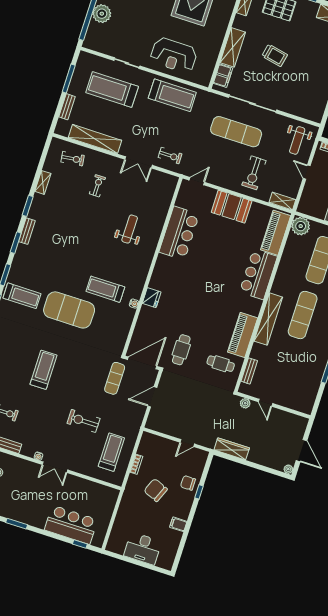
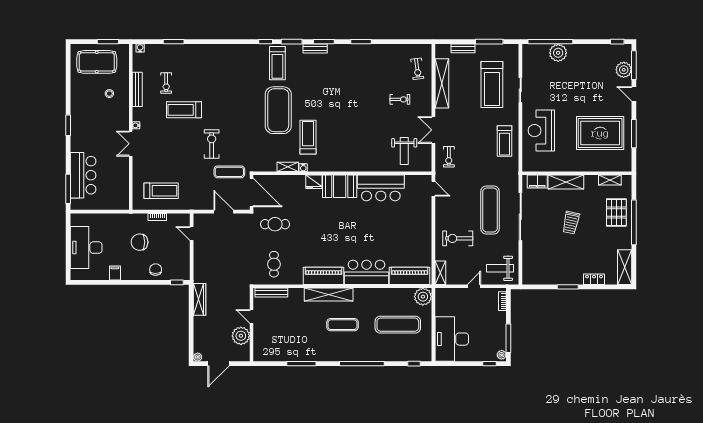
treadmill: (112, 90) -> (492, 84), turned 180
treadmill: (172, 95) -> (504, 141), width x0.73, depth x0.73
shelving: (43, 182) -> (288, 167), moved
booth: (232, 207) -> (340, 186), moved, turned 90
weight bench: (130, 229) -> (404, 151), moved, turned 90
bench: (27, 231) -> (315, 49), moved
exercise mat: (303, 315) -> (342, 325), width x0.73, depth x0.69
piano: (243, 335) -> (323, 276), moved
treadmill: (43, 370) -> (184, 110), moved, turned 180
bench: (249, 371) -> (271, 292), width x1.36
plant: (245, 403) -> (241, 336), moved, width x1.88, depth x1.88
door: (265, 403) -> (252, 317), hinge flipped
exercise bike: (83, 421) -> (212, 144), moved
door: (187, 443) -> (192, 234), moved
chair: (156, 490) -> (140, 242), turned -112
window: (199, 492) -> (177, 282), moved
window: (80, 544) -> (68, 189), width x2.17
desk: (143, 548) -> (86, 248), width x1.36, depth x1.30

